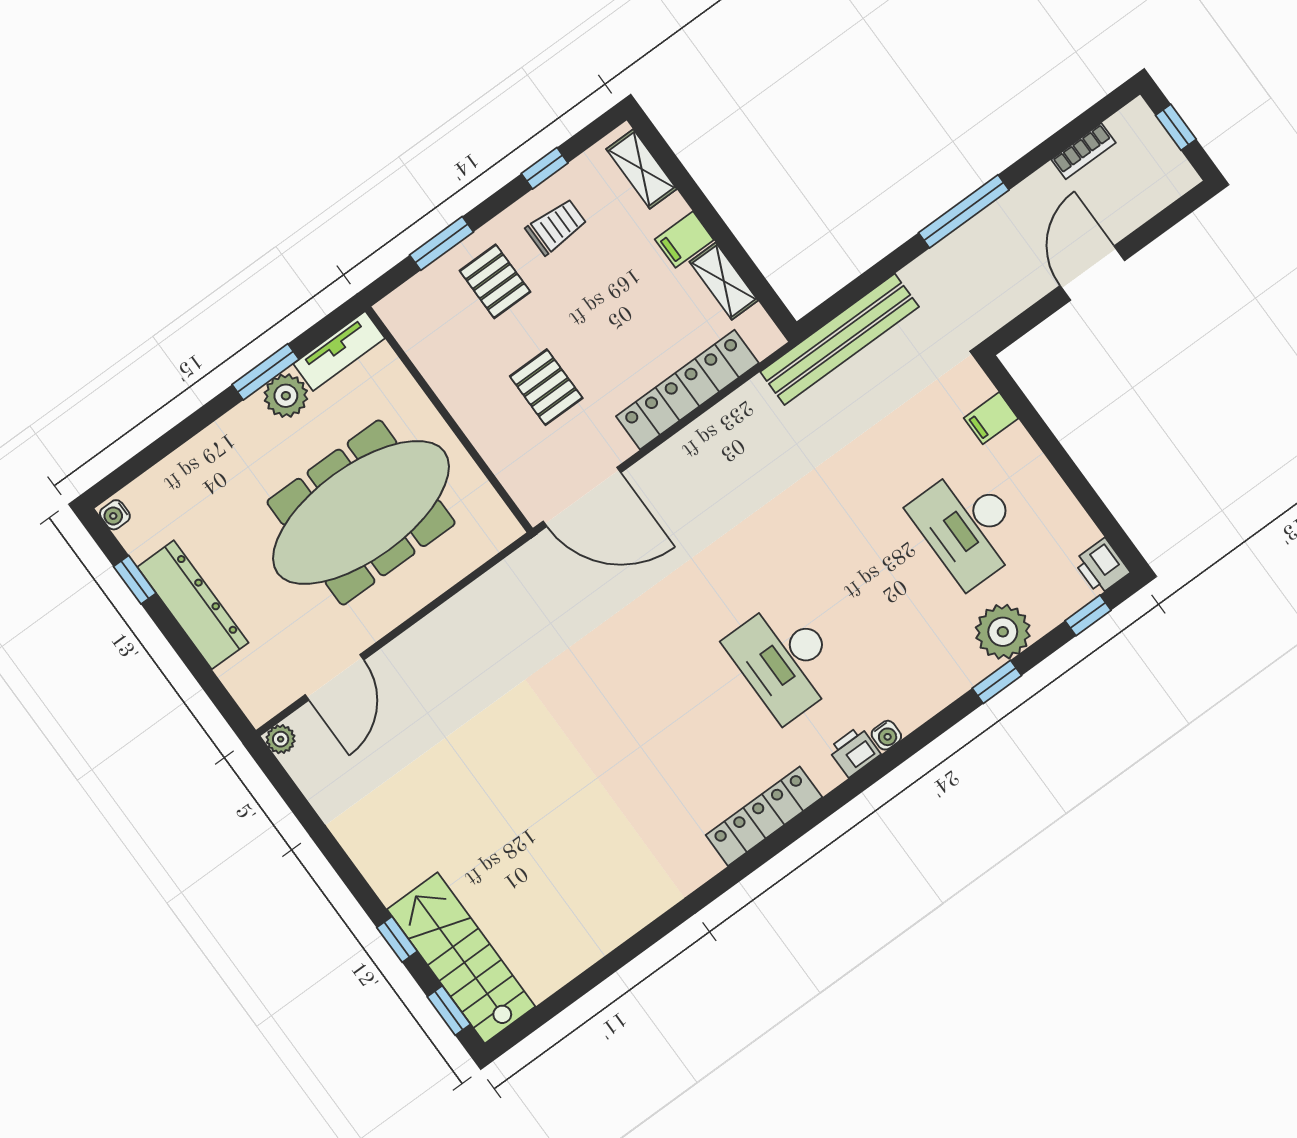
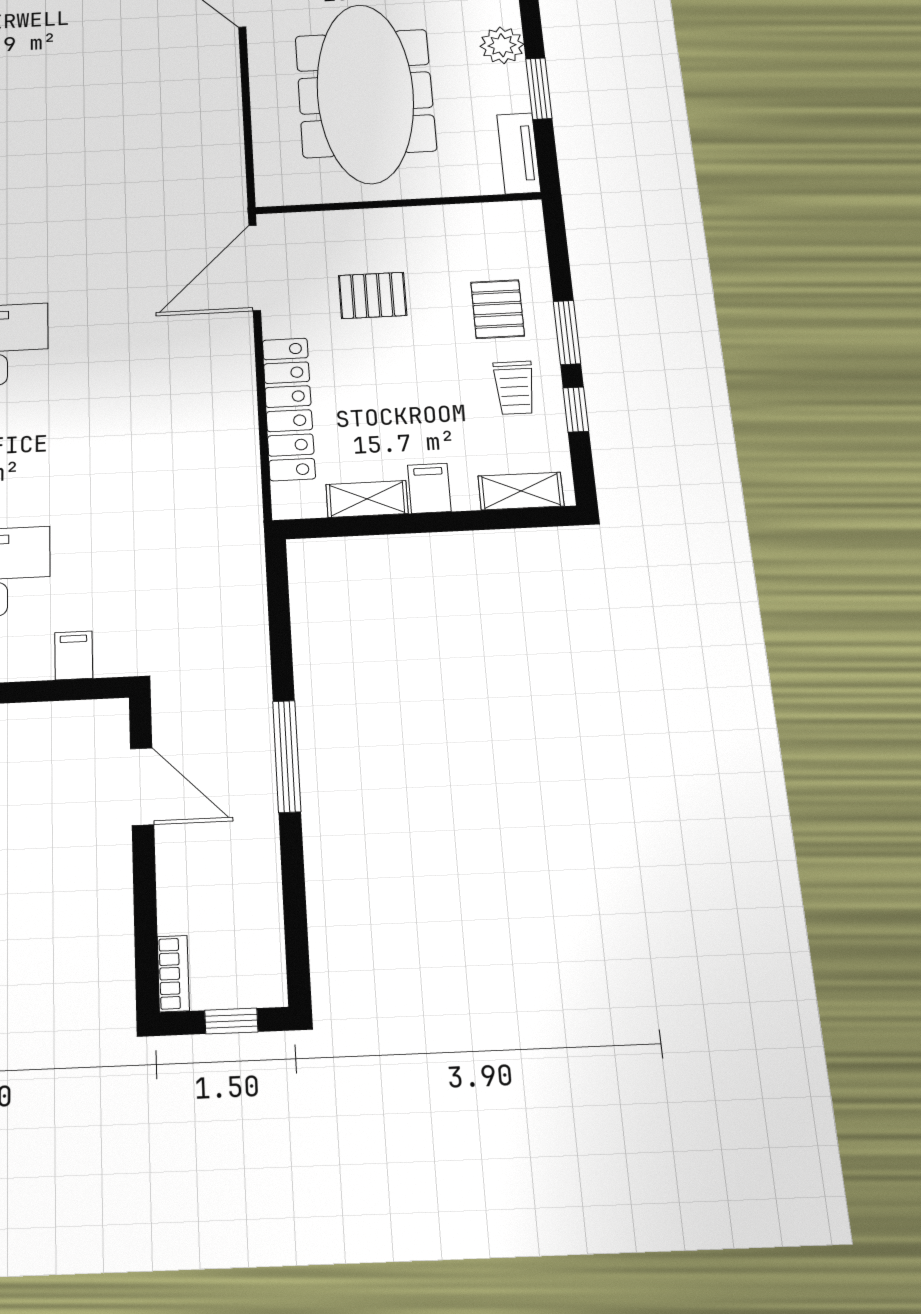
bookcase: (1084, 151) -> (173, 974), moved, turned 180
window: (442, 243) -> (567, 332), moved
door: (1092, 273) -> (142, 787), moved
pallet: (495, 281) -> (498, 309), turned 90
bench: (840, 339) -> (243, 567), removed
plant: (286, 396) -> (502, 45), moved

